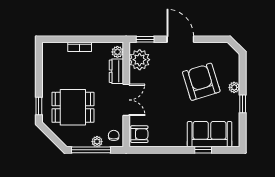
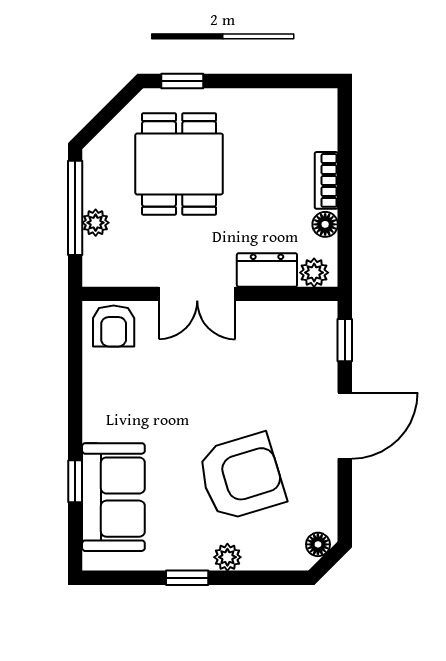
floor lamp: (98, 47) -> (325, 224), added
floor lamp: (229, 50) -> (318, 544), added
plant: (140, 60) -> (295, 326), removed
chair: (114, 135) -> (110, 263), removed

